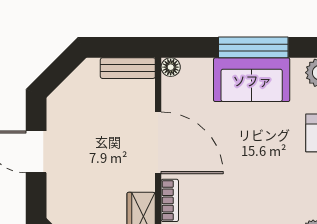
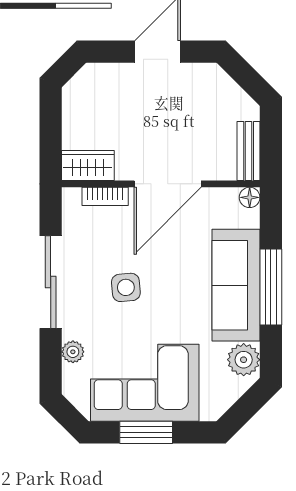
sofa: (252, 80) -> (236, 285), width x1.36
side table: (254, 181) -> (126, 287), added

